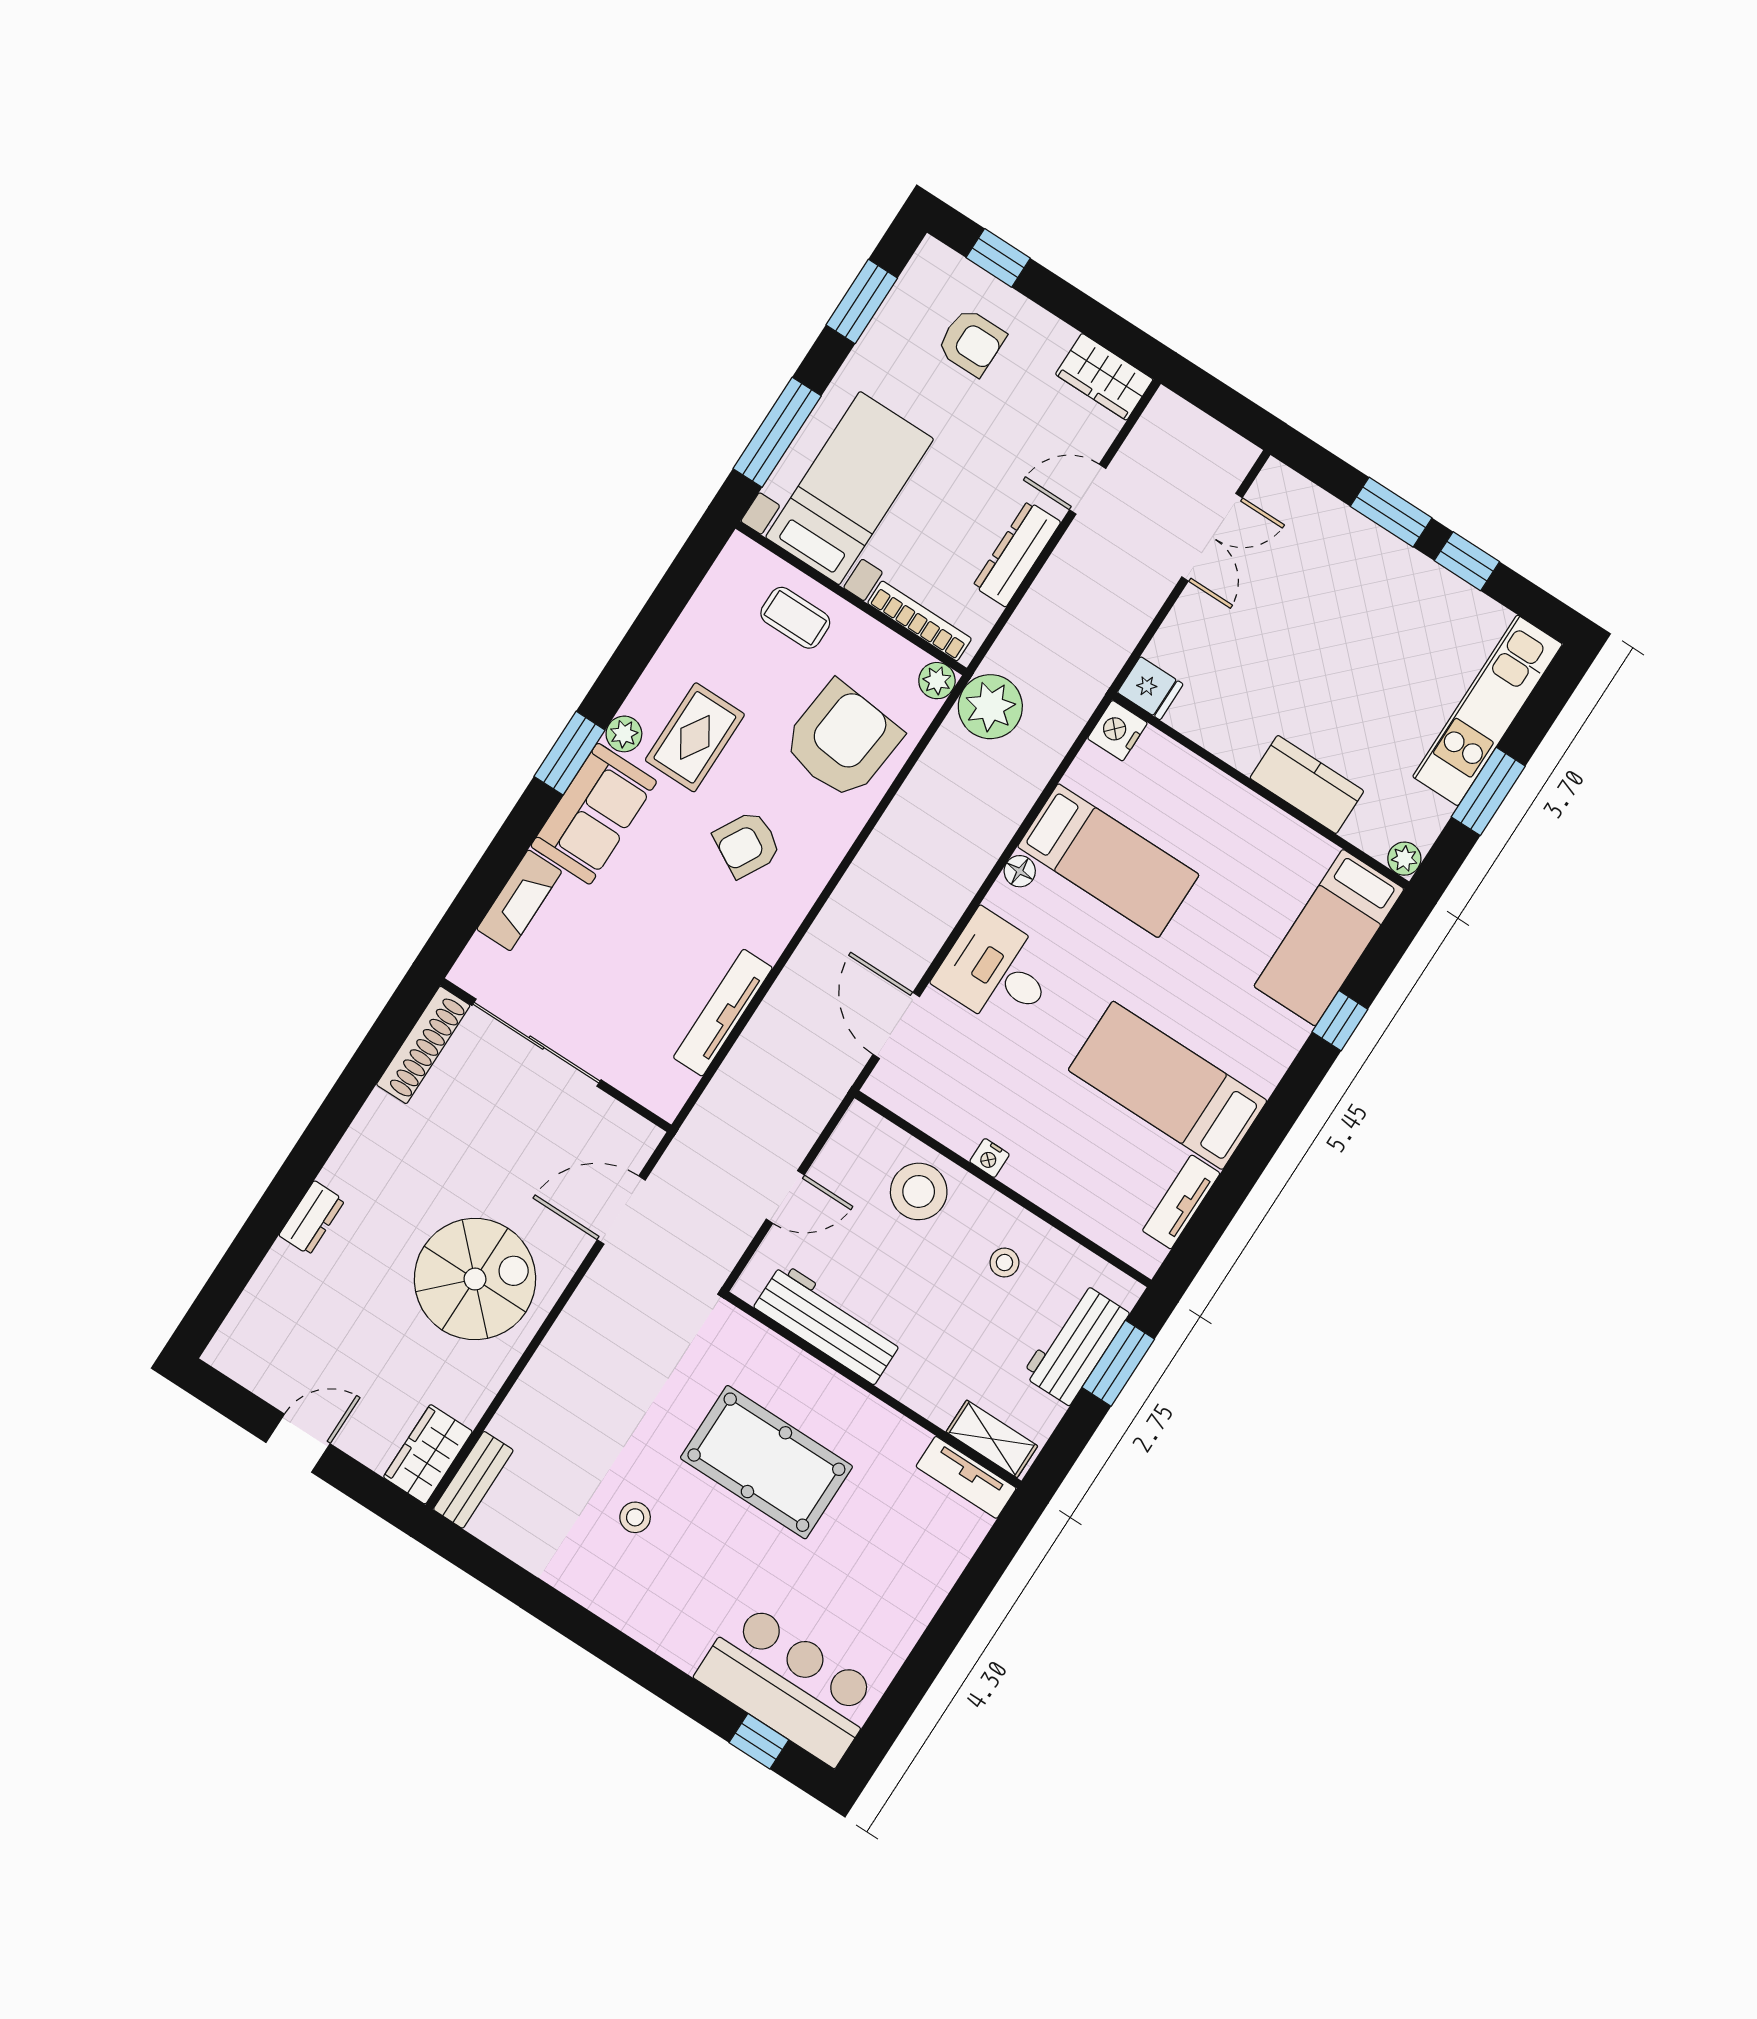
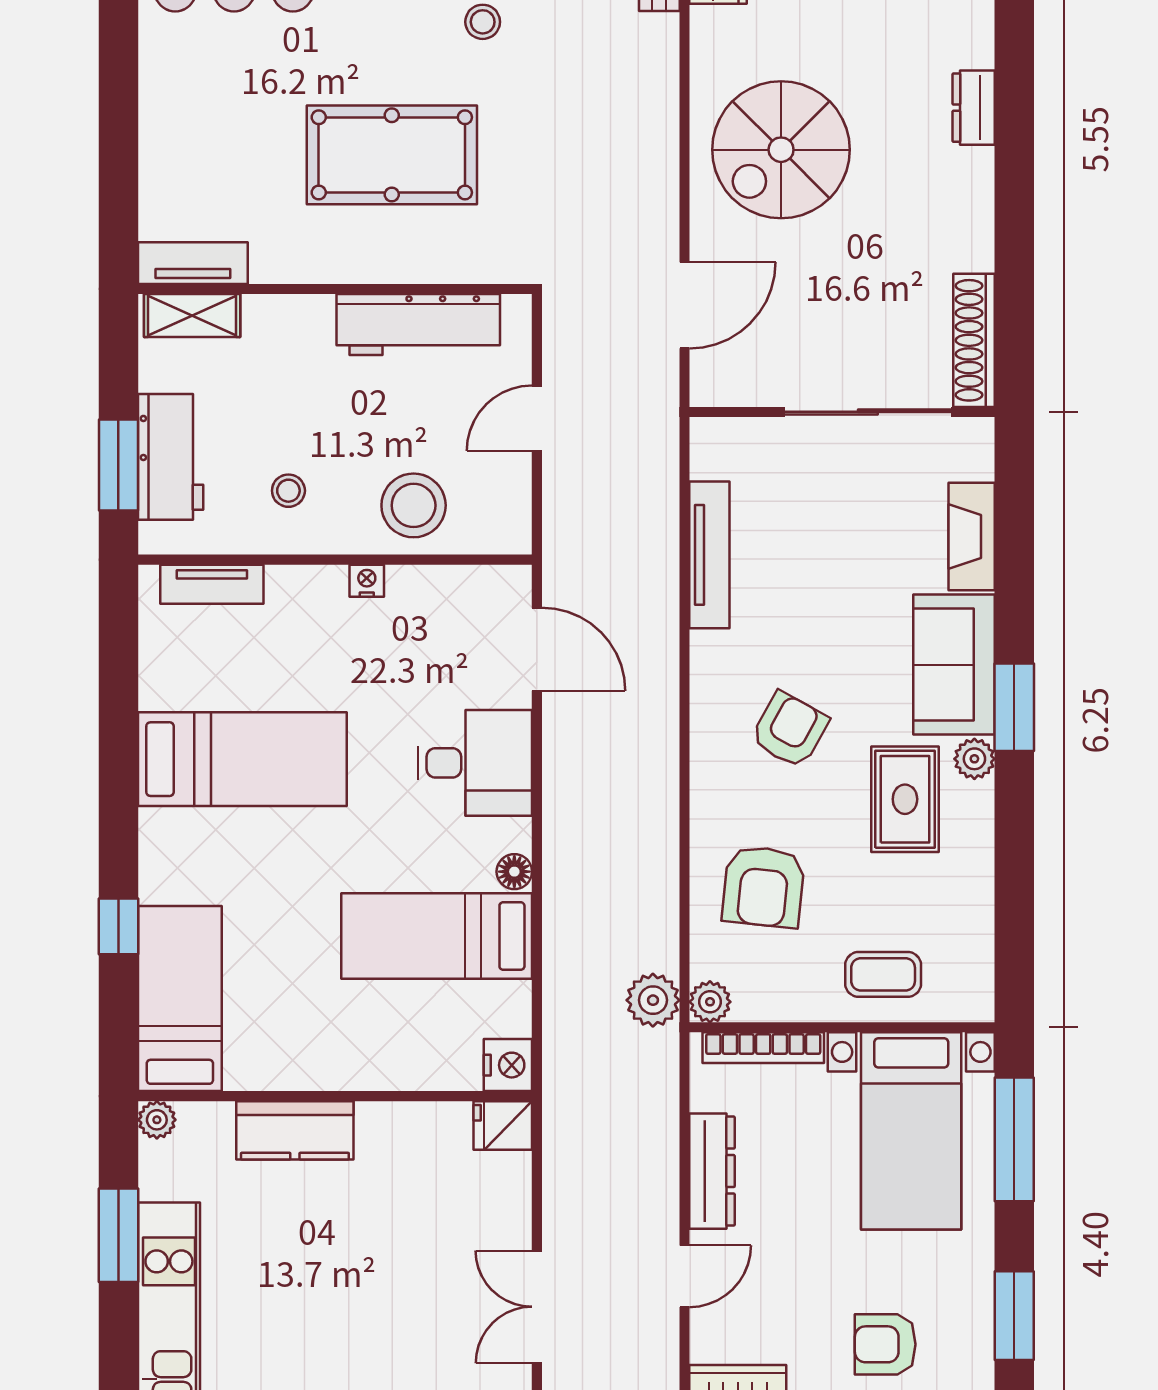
plant: (990, 707) -> (653, 1000), width x0.73, depth x0.73
armchair: (842, 740) -> (763, 887), width x0.73, depth x0.73
tv unit: (1181, 1202) -> (212, 584), moved, turned 90

